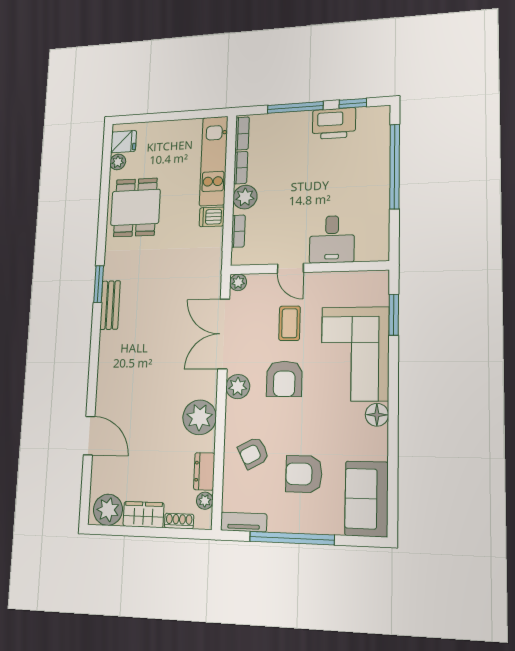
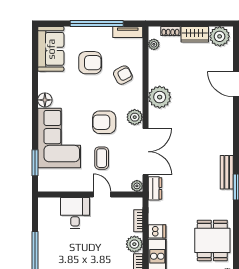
armchair: (284, 379) -> (104, 122), turned -90
dresser: (204, 471) -> (155, 188), moved

